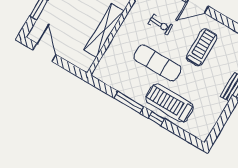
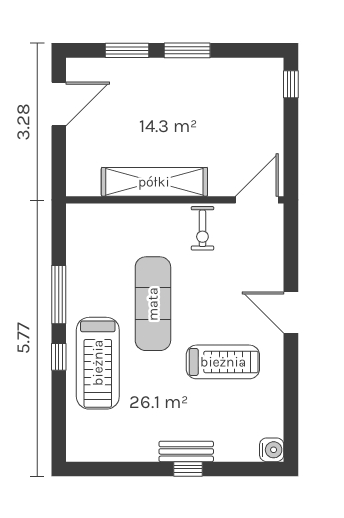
exercise bike: (160, 24) -> (202, 228), moved
treadmill: (169, 103) -> (98, 363), turned 180

